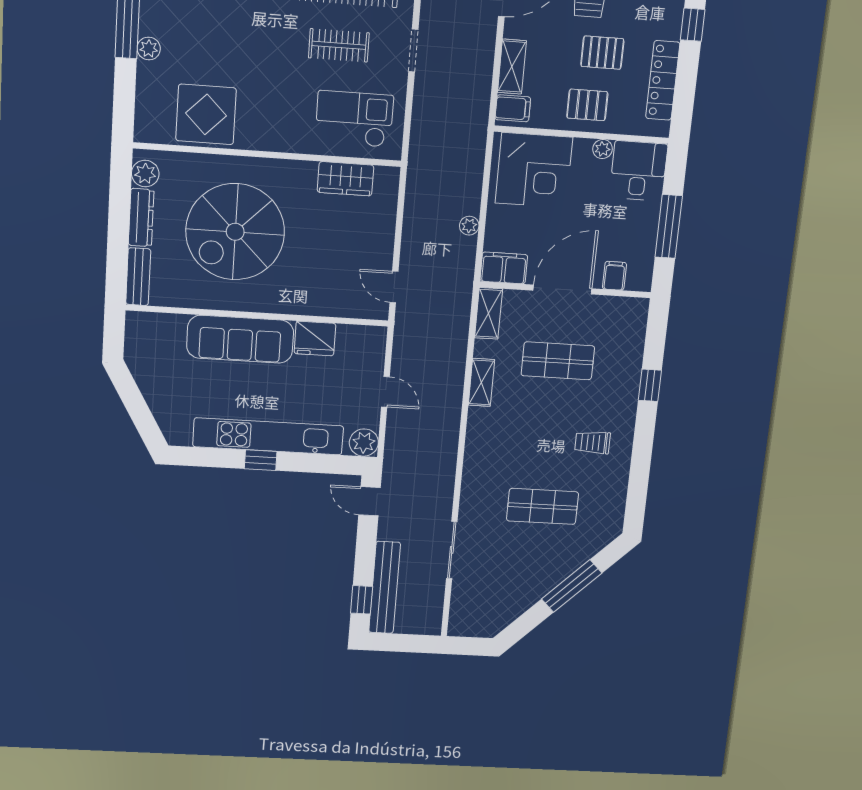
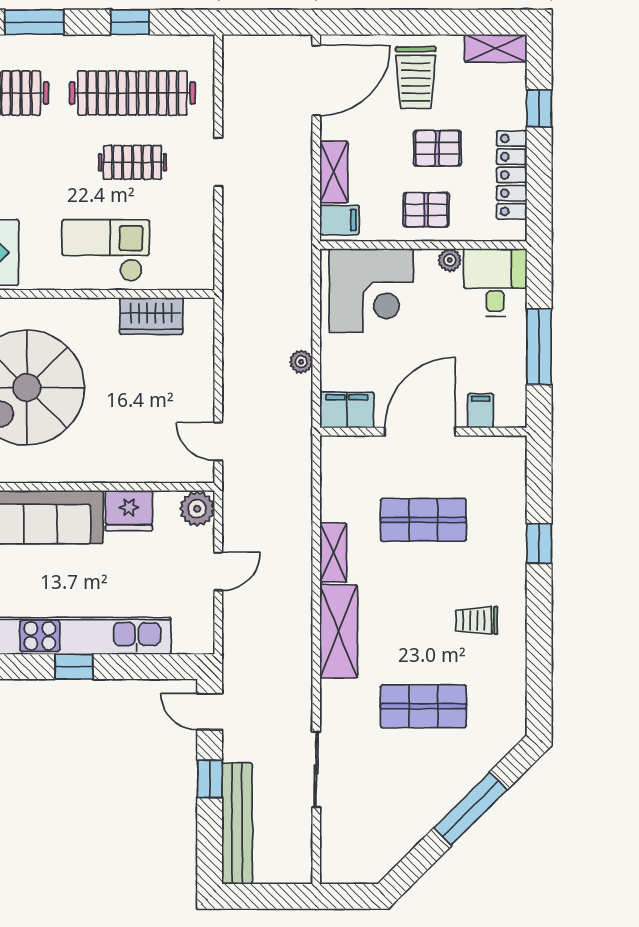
checkout: (354, 119) -> (106, 250), moved
shelving: (489, 313) -> (339, 631), moved, width x1.50, depth x1.33
door: (385, 392) -> (218, 572), hinge flipped
plant: (364, 443) -> (197, 509), moved
window: (362, 600) -> (210, 779), moved

